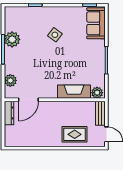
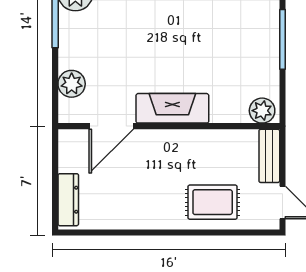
fireplace: (74, 92) -> (172, 108), moved
dresser: (9, 113) -> (68, 200), moved

